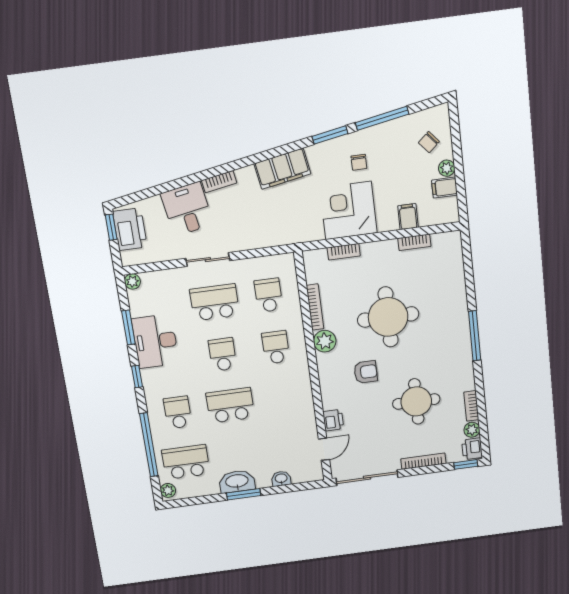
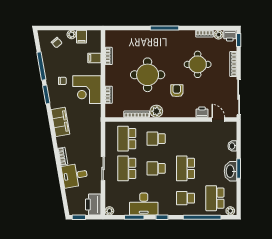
printer: (130, 229) -> (93, 204), moved, turned -90
school desk: (268, 295) -> (127, 139), width x1.85

